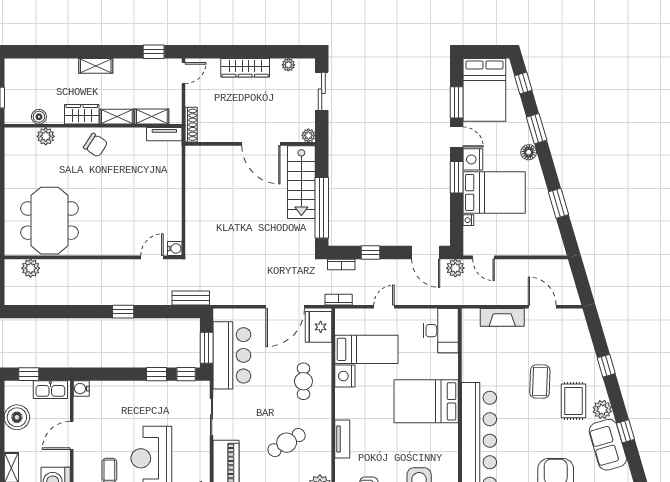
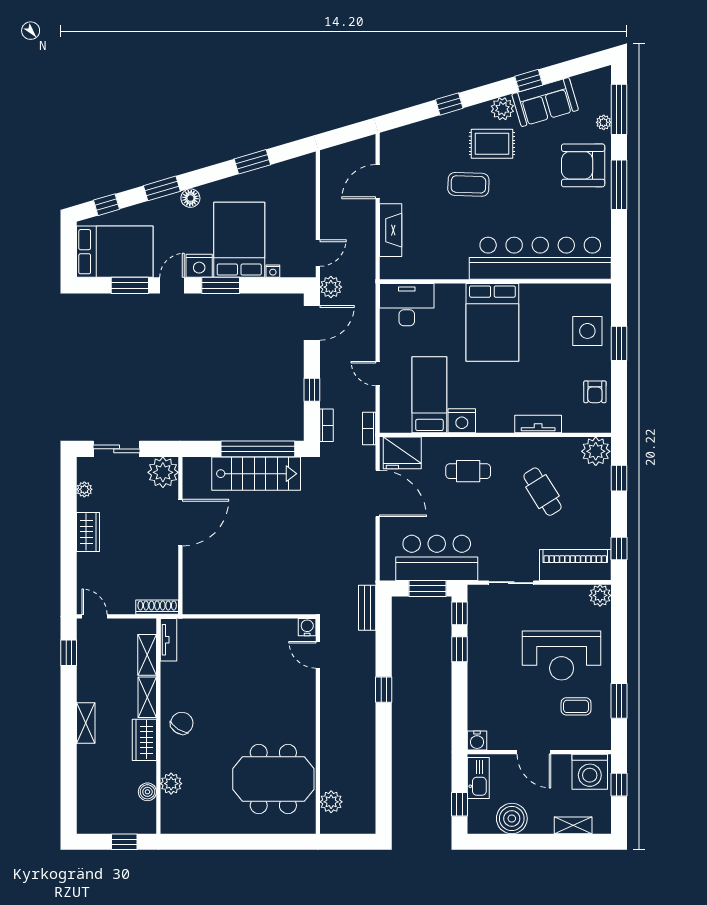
wardrobe: (245, 68) -> (88, 532), width x0.67
plant: (308, 135) -> (163, 472), width x1.87, depth x1.87
stairs: (301, 182) -> (256, 474), moved

